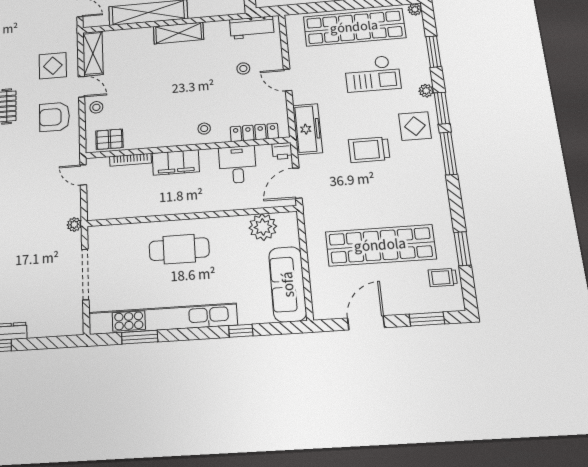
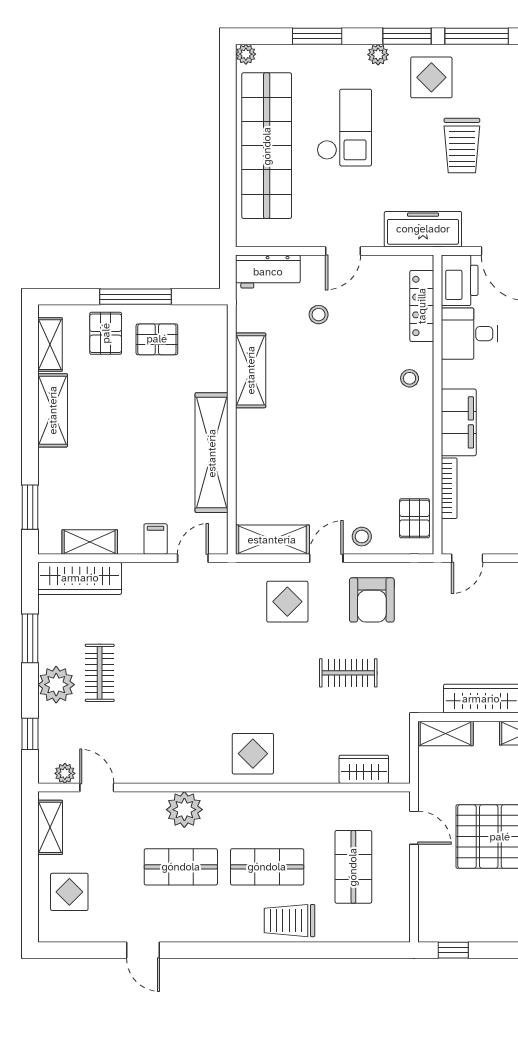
workbench: (252, 28) -> (268, 272), moved, turned 90
shelving: (179, 33) -> (251, 370), moved
printer: (282, 151) -> (460, 280), width x1.87, depth x1.48

